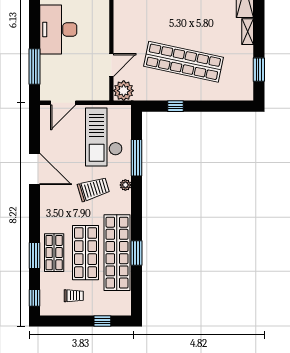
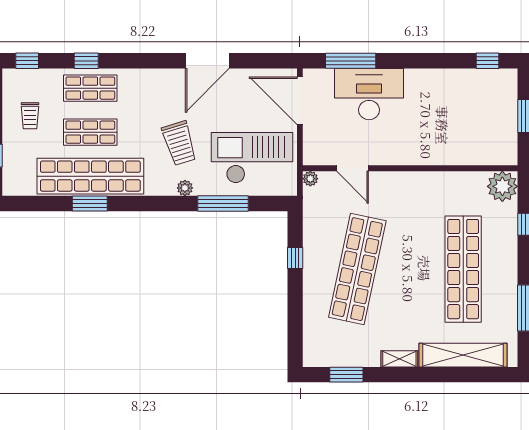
desk: (58, 29) -> (369, 94), moved
plant: (124, 91) -> (310, 179), width x0.53, depth x0.53
door: (63, 103) -> (300, 101), width x1.36
shop shelf: (86, 253) -> (90, 132), width x0.70, depth x0.74
window: (35, 255) -> (86, 61), width x0.67

